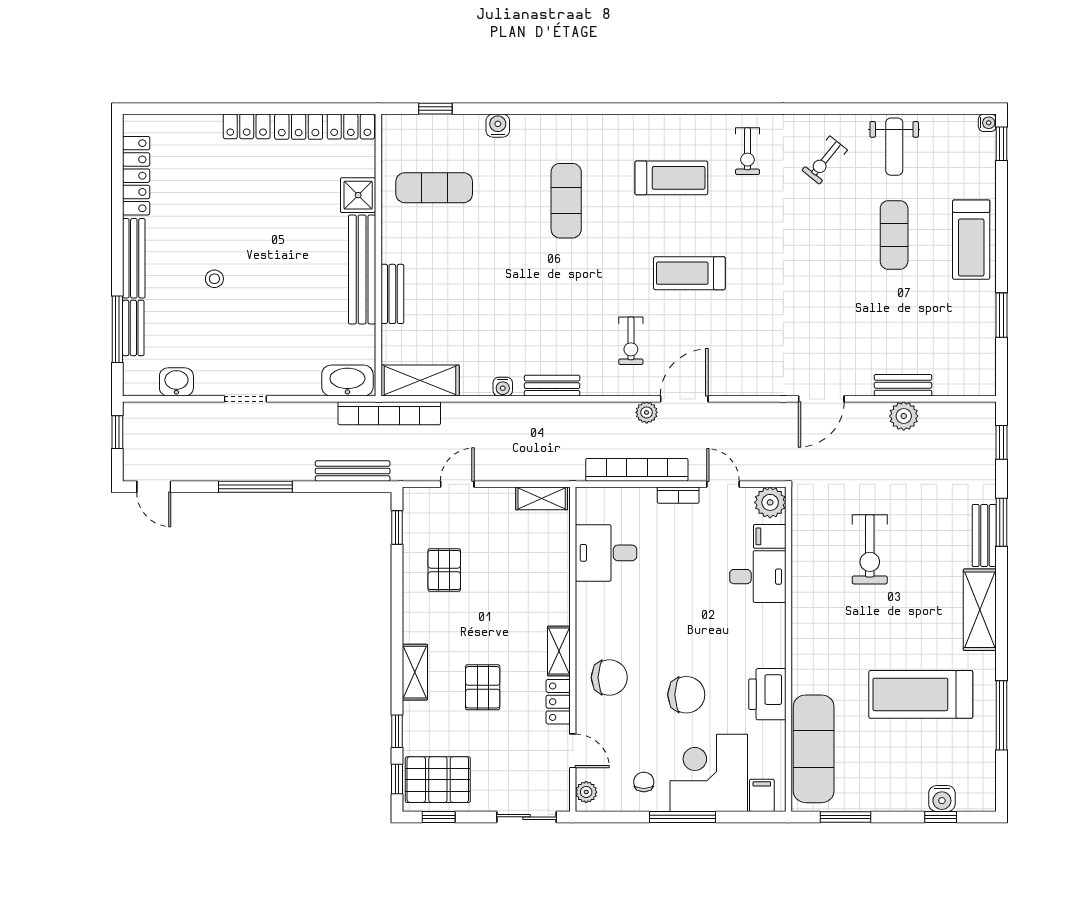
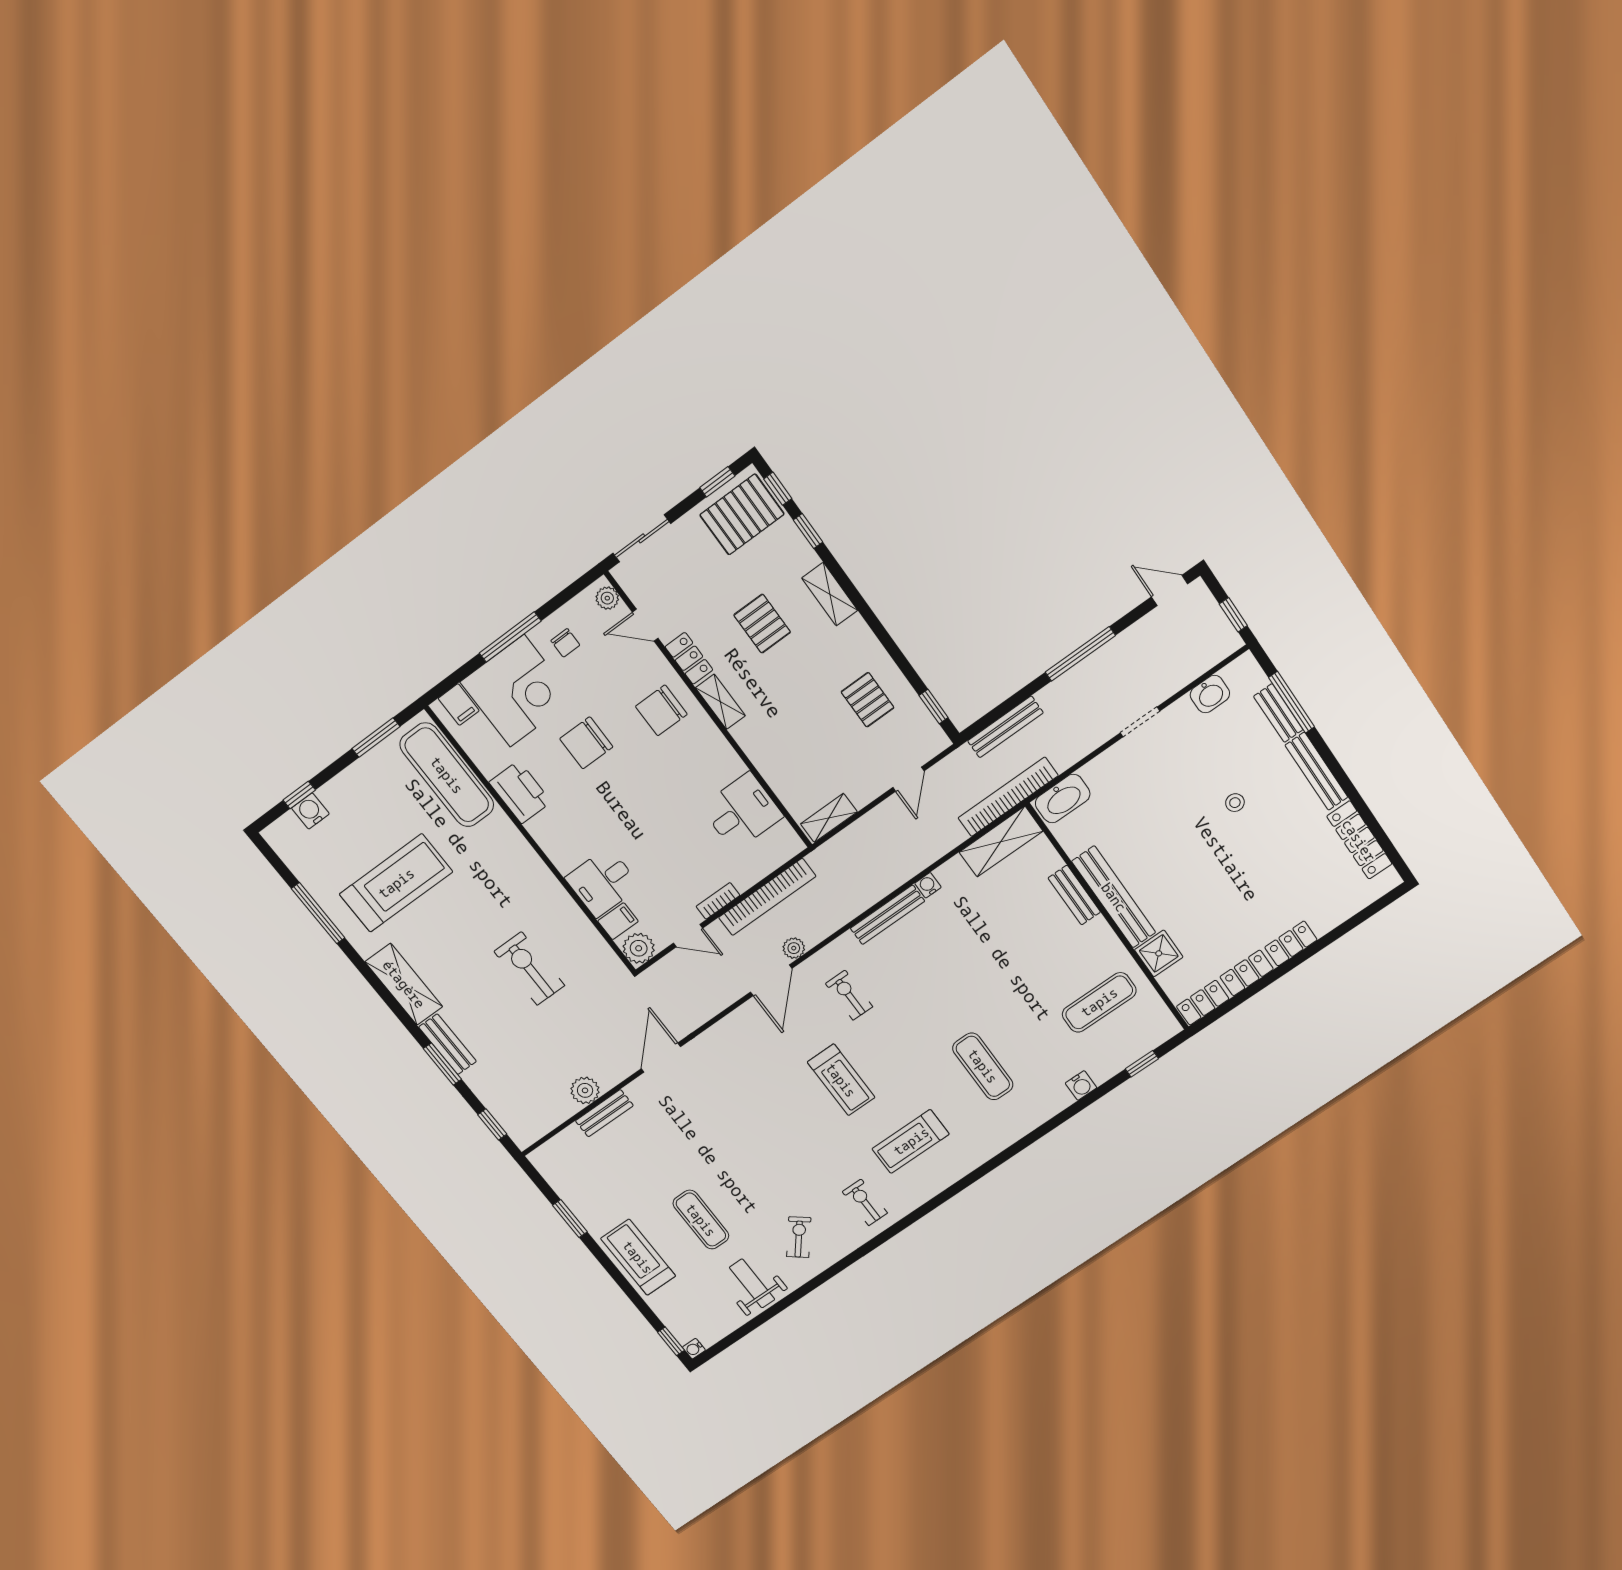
treadmill: (689, 273) -> (841, 1080), turned 90
bench: (552, 386) -> (887, 915), width x1.36

